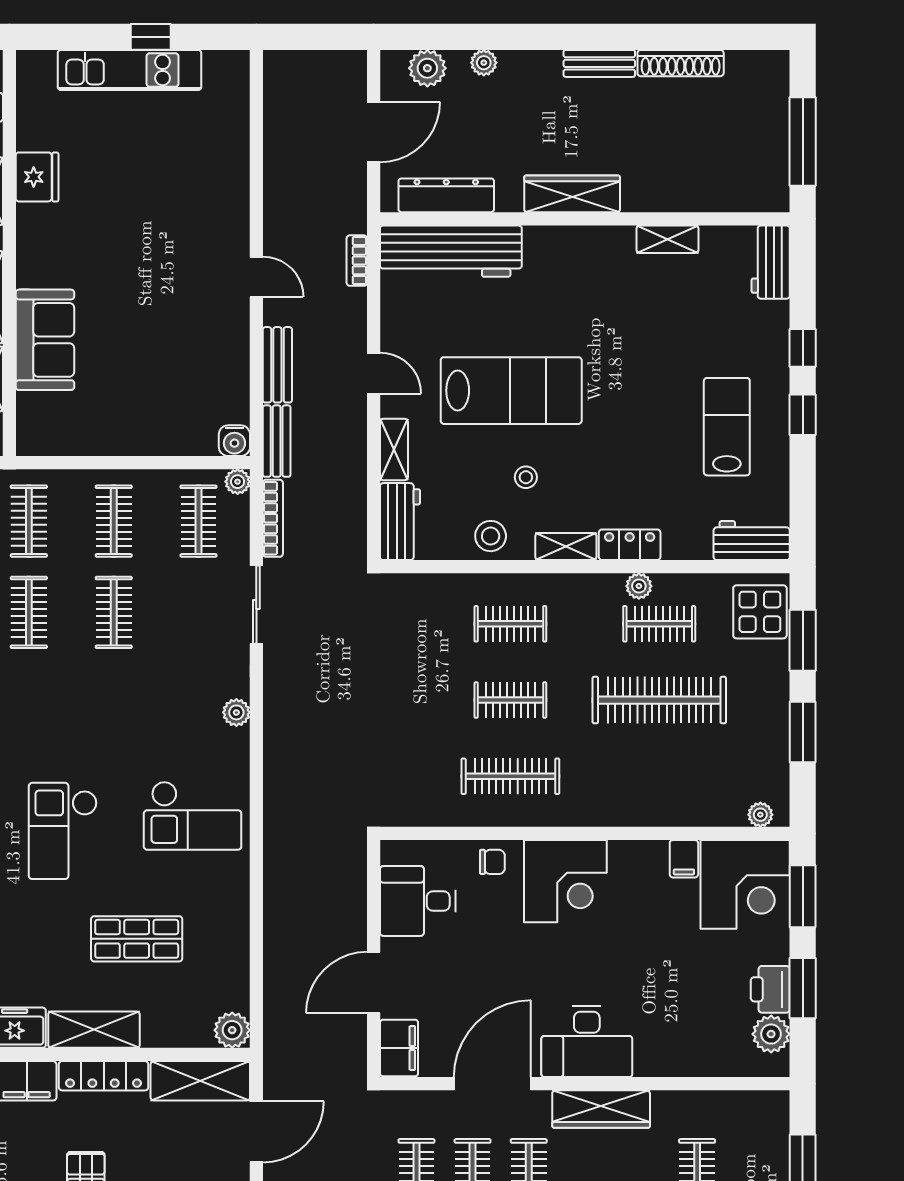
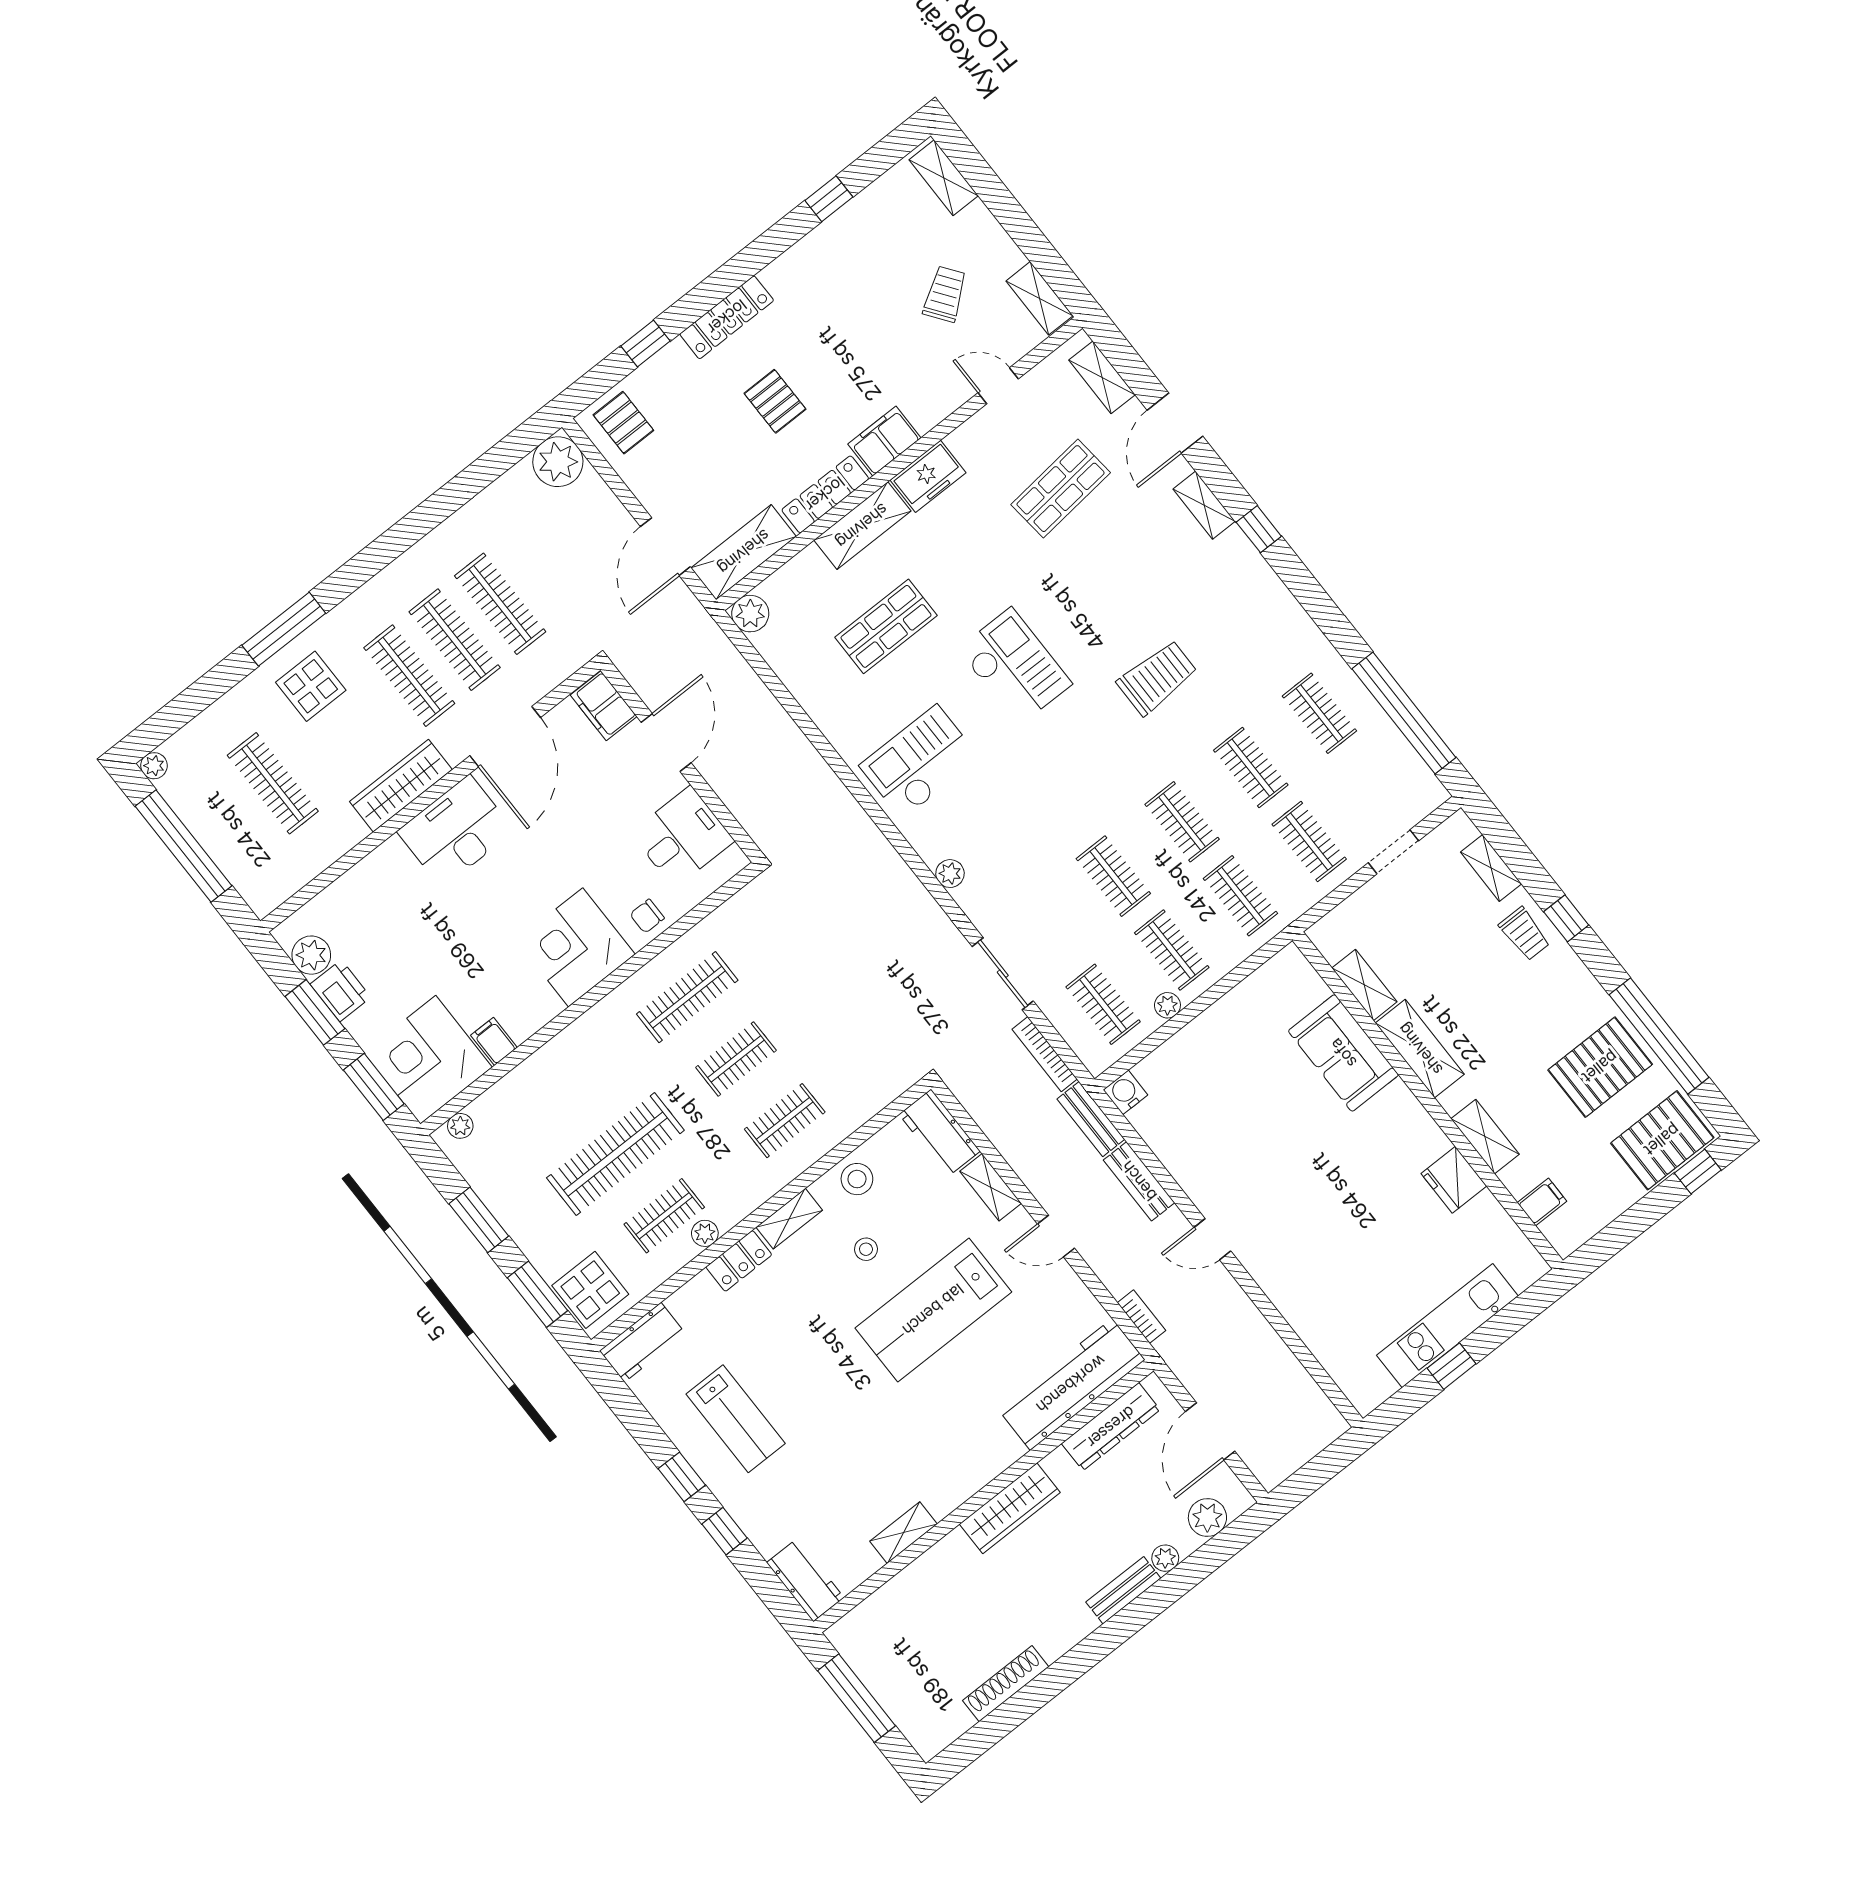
bench: (599, 63) -> (1123, 1590), moved
plant: (238, 482) -> (1167, 1005), moved

